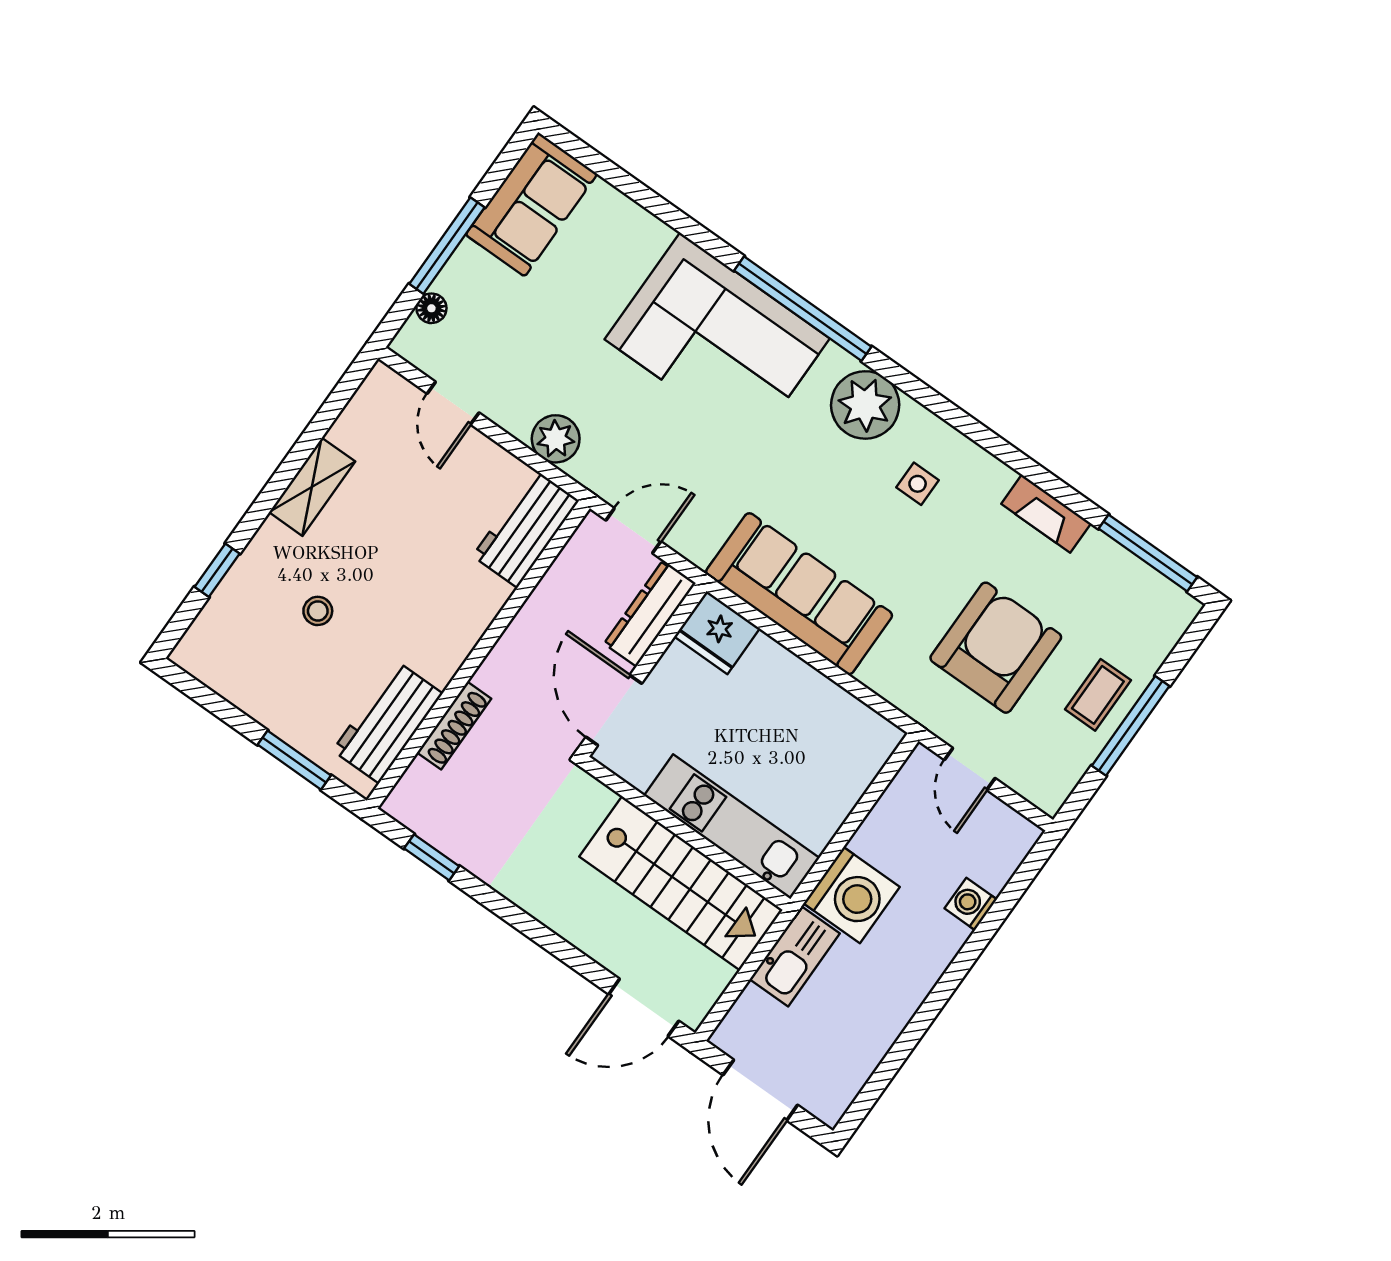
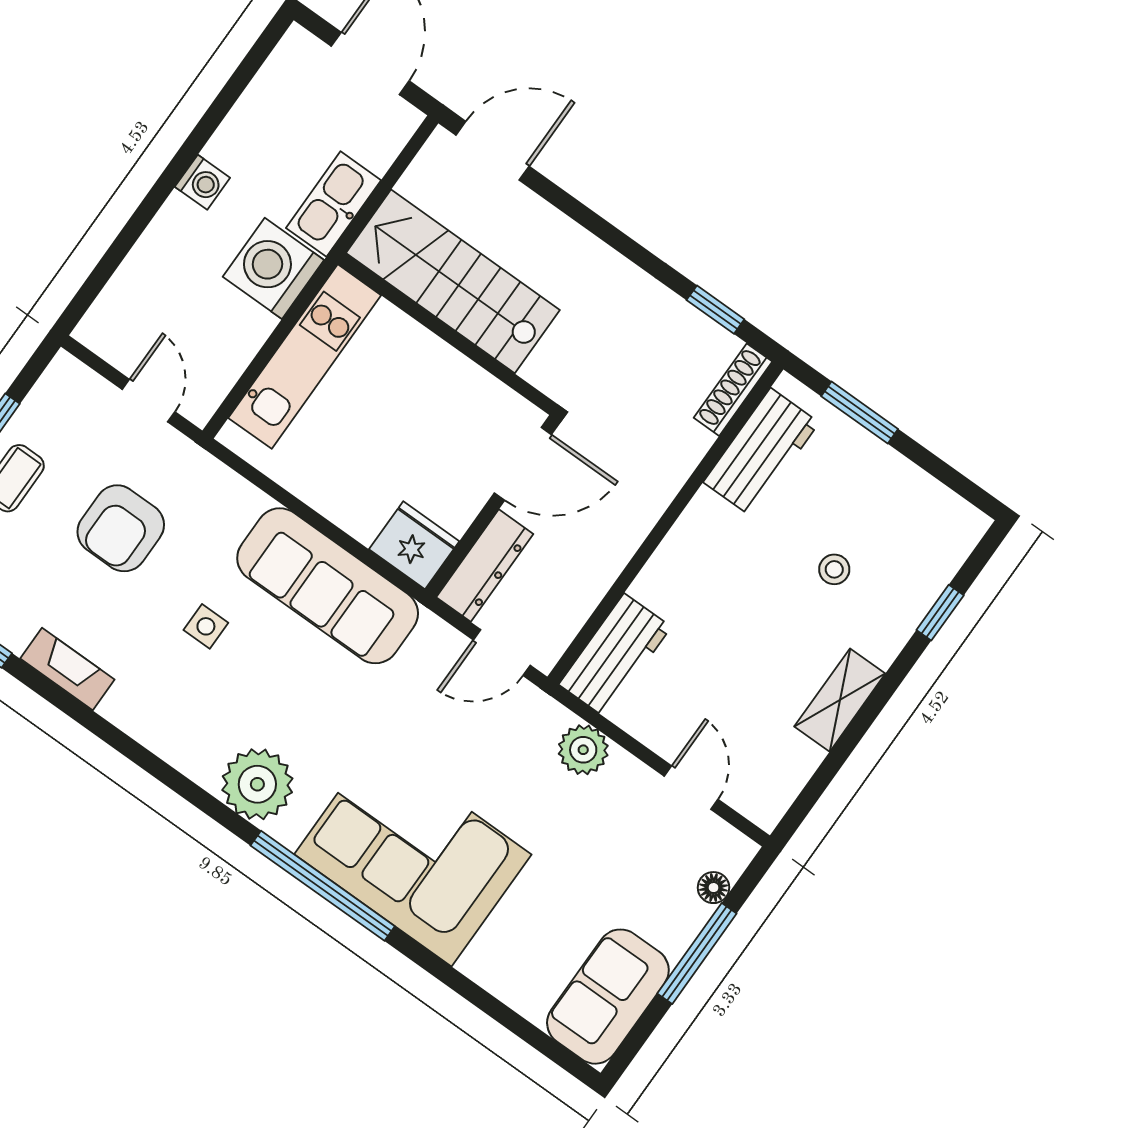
side table: (918, 484) -> (206, 626), moved
armchair: (996, 648) -> (121, 528), width x0.73, depth x0.73
door: (614, 710) -> (523, 464), hinge flipped
shoe rack: (454, 726) -> (733, 390), moved
kitchen unit: (732, 827) -> (305, 357), moved, turned -90
washing machine: (971, 904) -> (202, 182), moved

